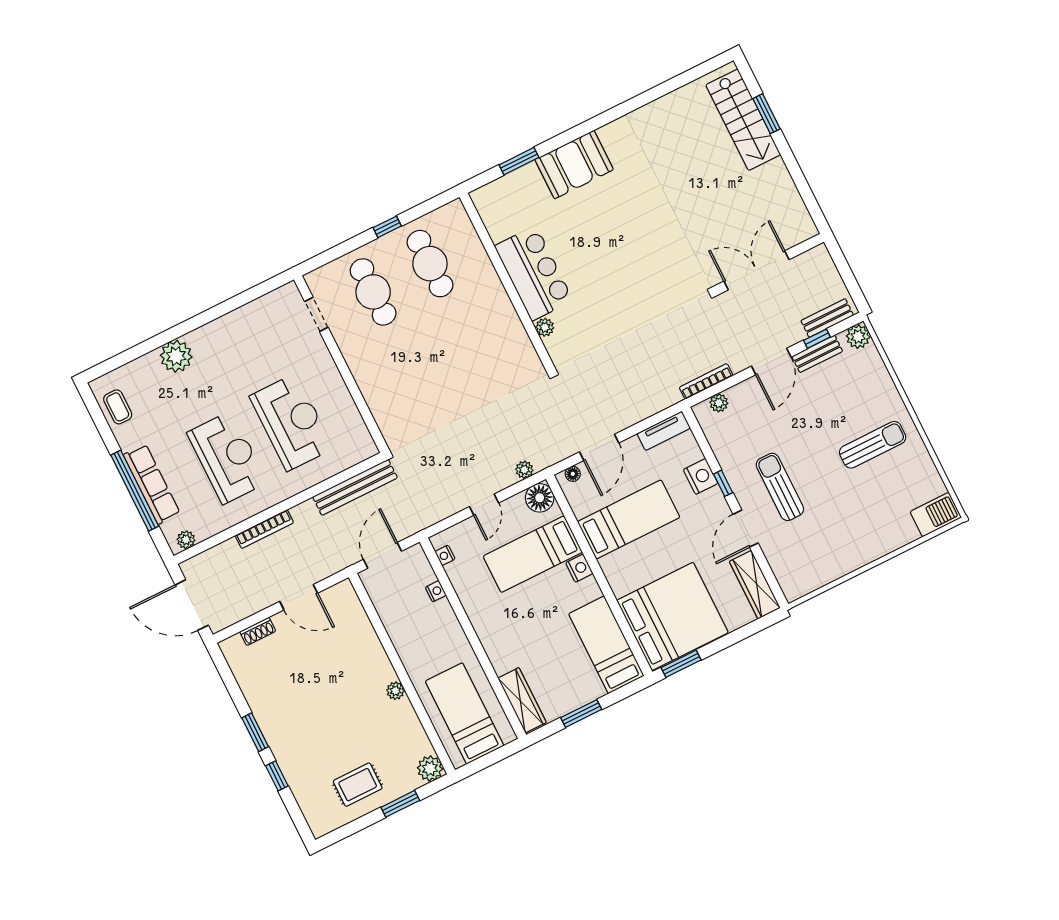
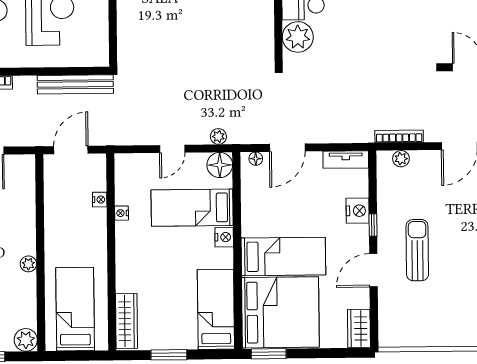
plant: (545, 327) -> (298, 37), width x1.87, depth x1.87
bed: (629, 519) -> (283, 256), moved
nightstand: (445, 555) -> (122, 213), moved
wardrobe: (755, 585) -> (359, 329), width x0.67

